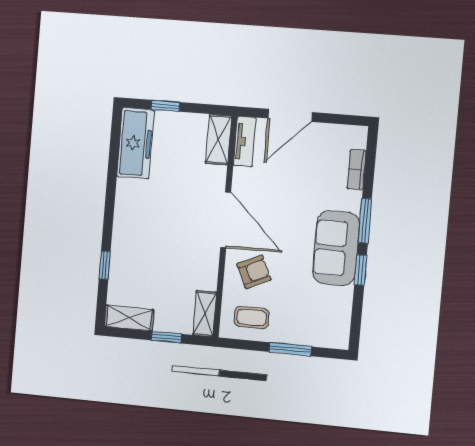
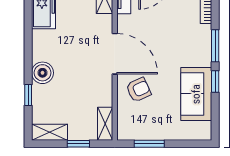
boiler: (126, 237) -> (42, 73), added
sofa: (336, 248) -> (196, 94), moved
coffee table: (252, 318) -> (140, 123), removed
window: (290, 349) -> (149, 144), moved

